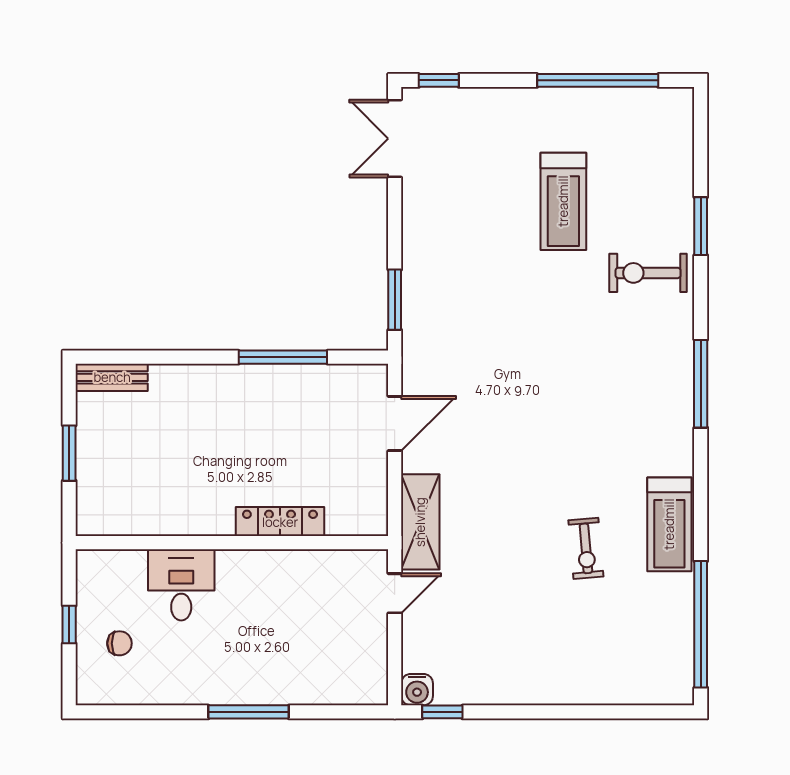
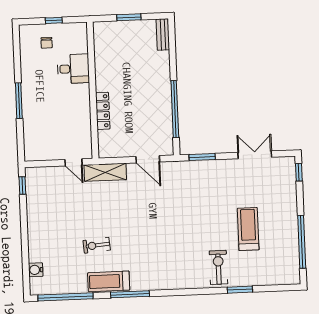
double door: (395, 139) -> (255, 155), moved
treadmill: (563, 201) -> (248, 229), turned 90
window: (283, 357) -> (175, 109), width x1.46
window: (701, 384) -> (130, 294), moved
water cooler: (417, 690) -> (36, 270), moved

